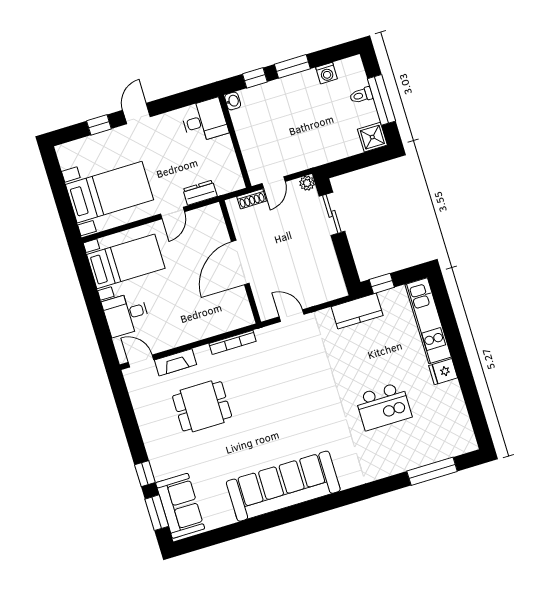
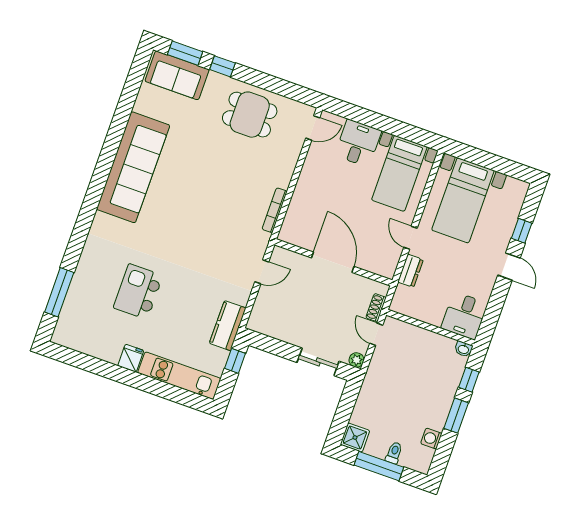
fireplace: (176, 362) -> (292, 154), removed
dining table: (202, 406) -> (250, 115), moved, turned 90

